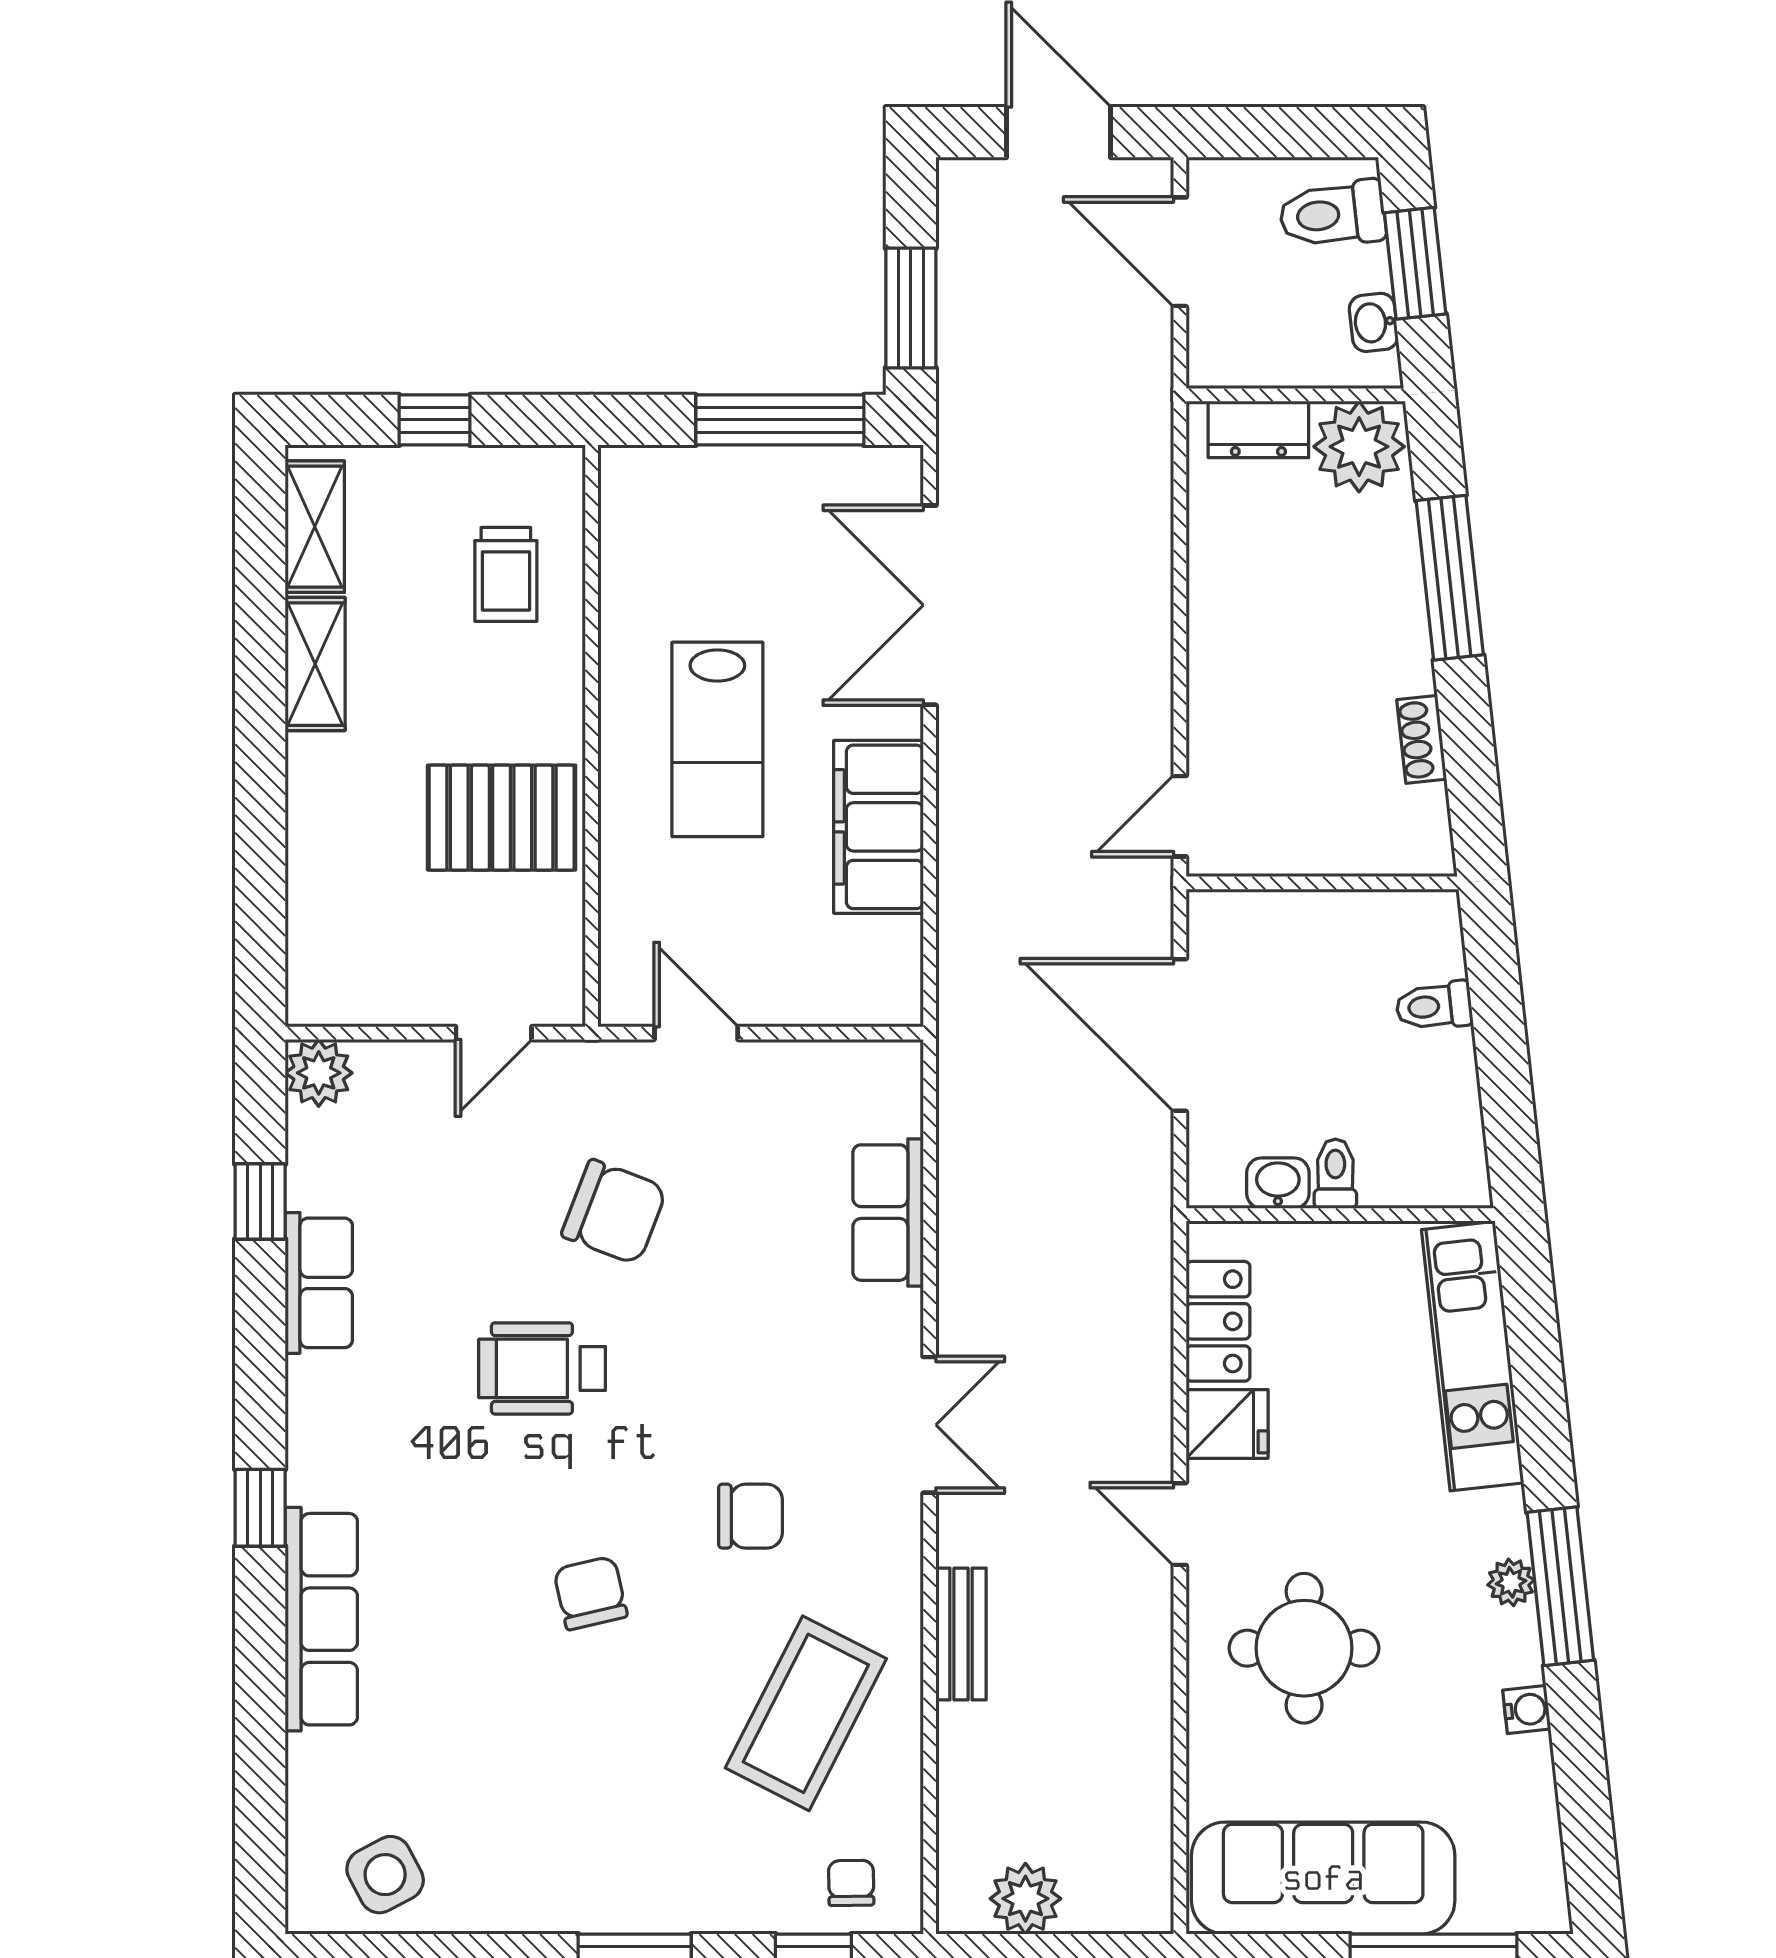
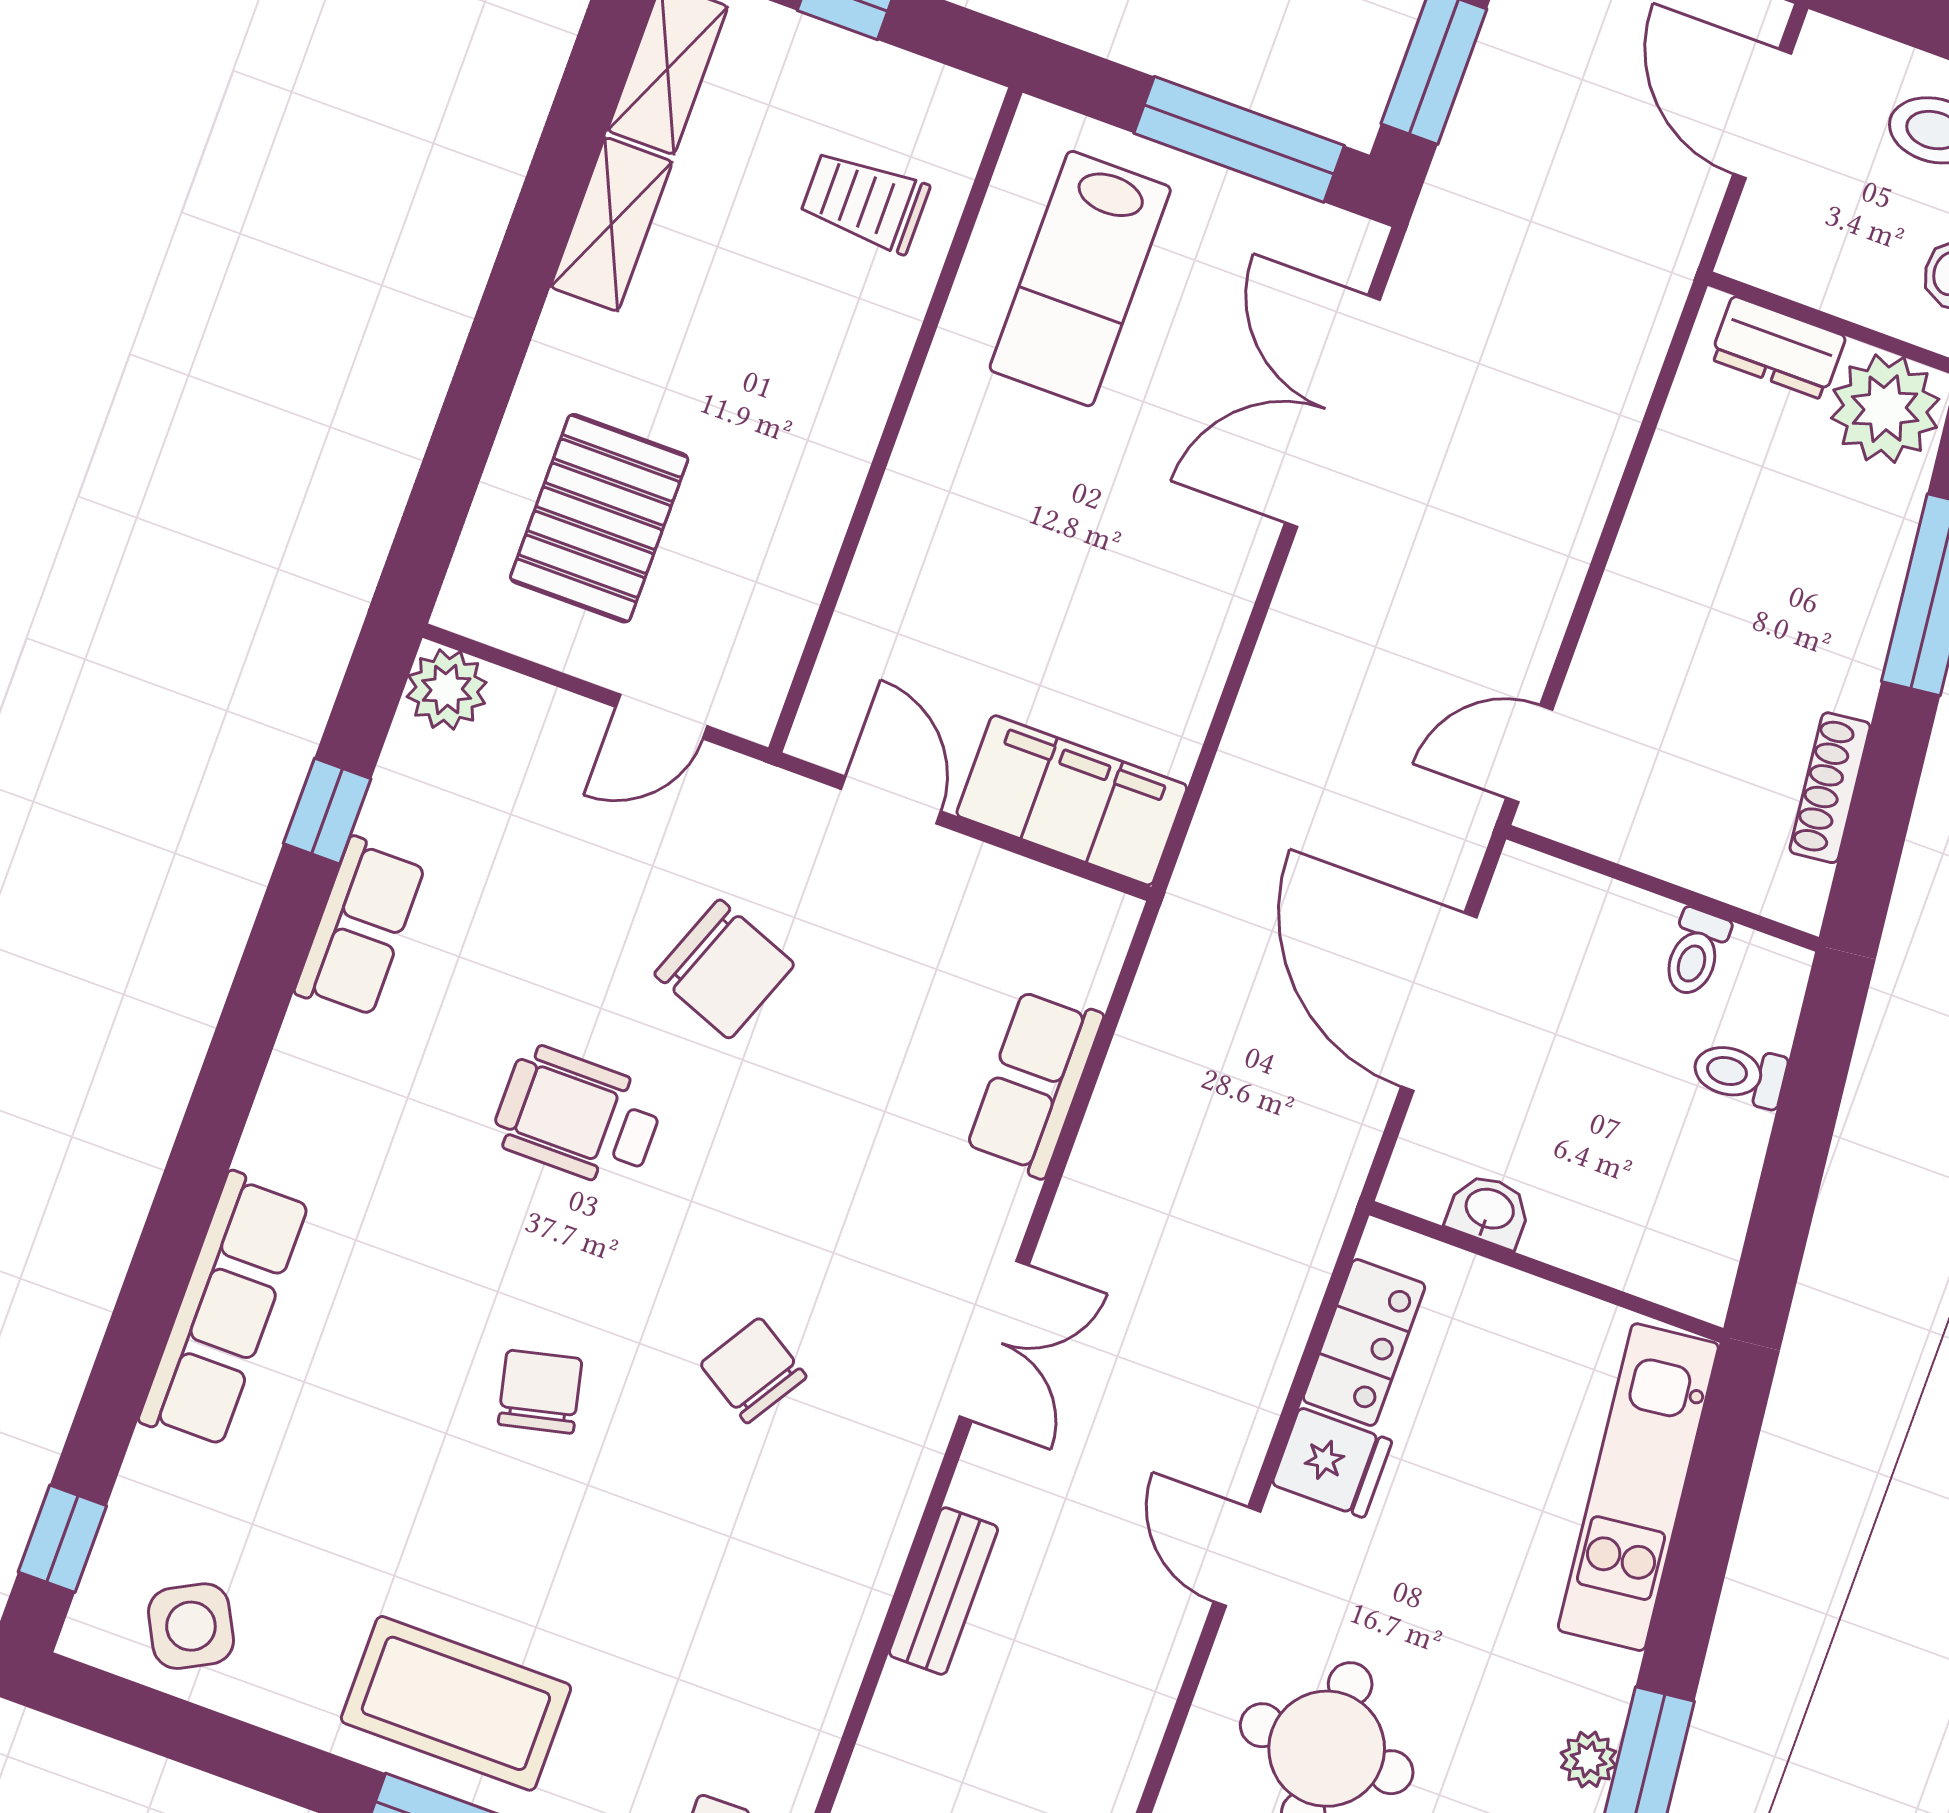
trolley: (506, 574) -> (865, 201), turned 90
lab bench: (717, 739) -> (1080, 279), moved
shoe rack: (1422, 739) -> (1830, 788), width x1.43
pallet: (502, 818) -> (599, 518), moved, turned 90
filing cabinet: (879, 827) -> (1072, 800), moved, turned 90
toilet: (1335, 1174) -> (1696, 953), moved, turned 180
window: (260, 1508) -> (62, 1539), moved
chair: (750, 1516) -> (753, 1370), turned -148
coffee table: (806, 1713) -> (456, 1703), moved, turned 63

